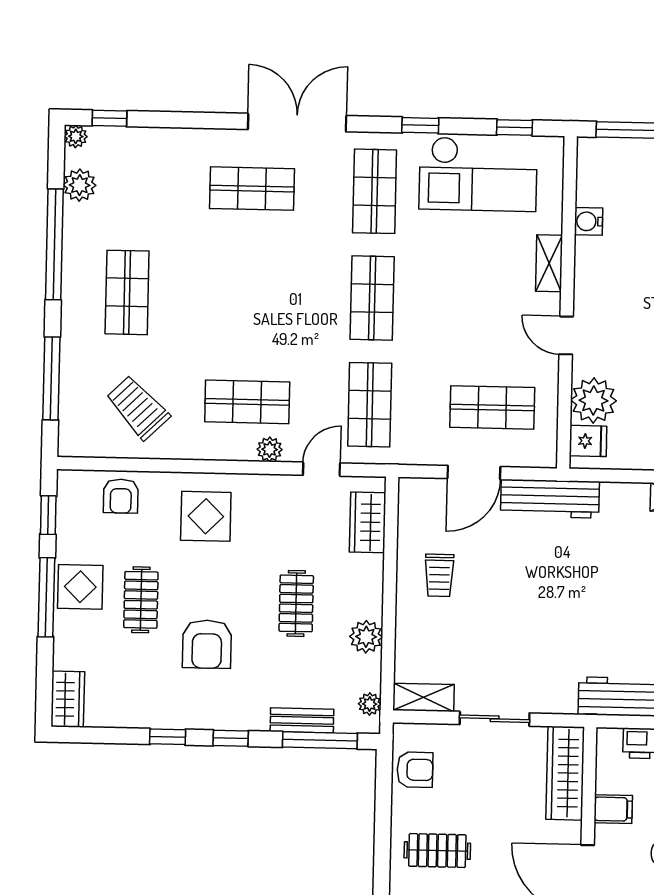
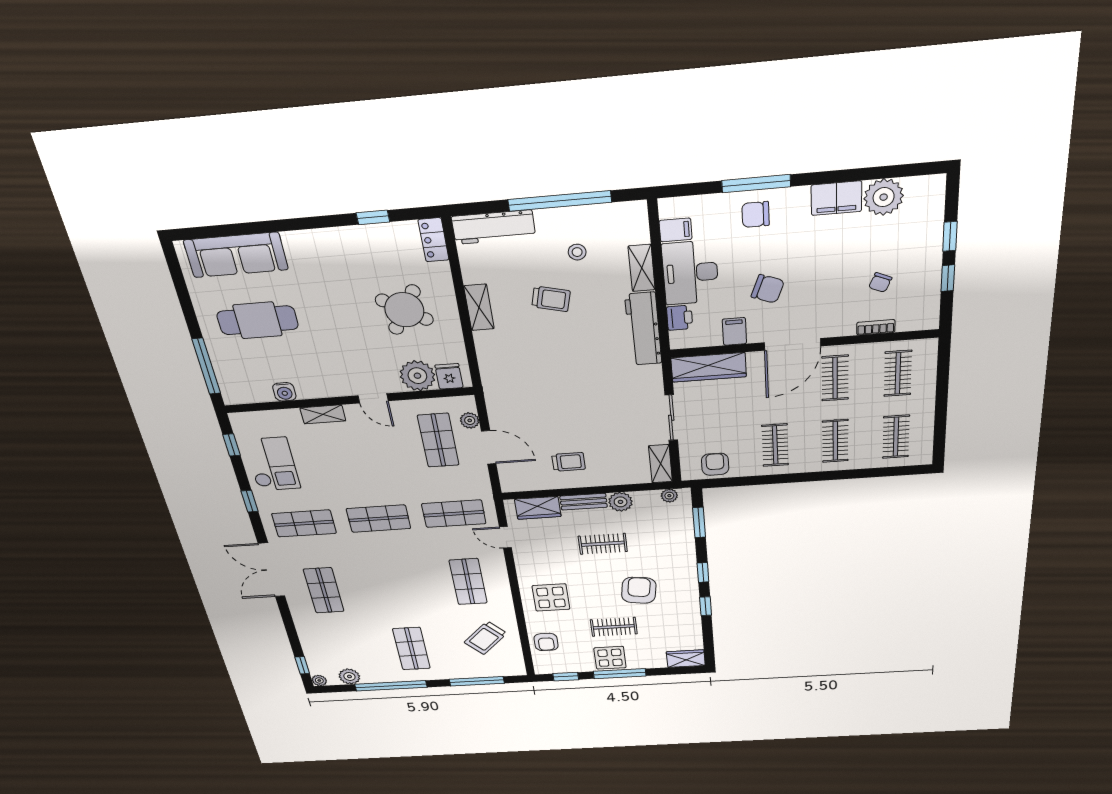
checkout: (478, 174) -> (272, 464), width x0.73, depth x0.83
shop shelf: (127, 292) -> (411, 649), turned 90
door: (566, 335) -> (373, 398), hinge flipped
plant: (270, 449) -> (470, 420), moved
armchair: (121, 496) -> (546, 642), turned 90
workbench: (550, 499) -> (498, 397), removed
armchair: (207, 644) -> (639, 590), turned -82
bench: (302, 720) -> (584, 502), moved, turned 90
window: (320, 740) -> (699, 522), width x0.69

